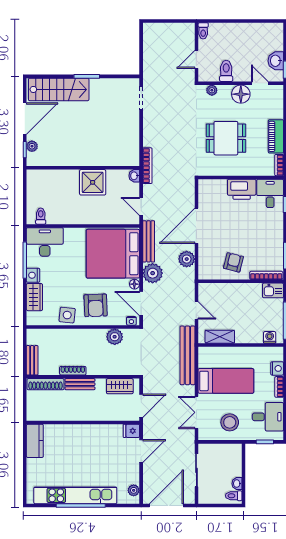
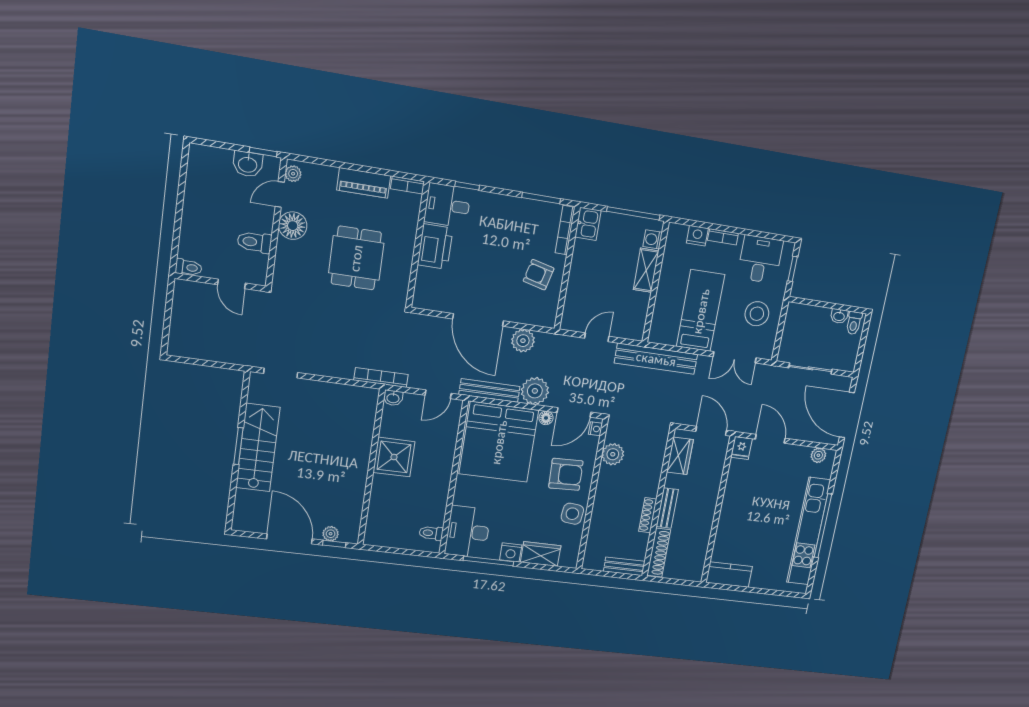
stairs: (59, 89) -> (258, 448), moved
plant: (212, 90) -> (293, 174), moved
shelving: (220, 337) -> (646, 270), moved

